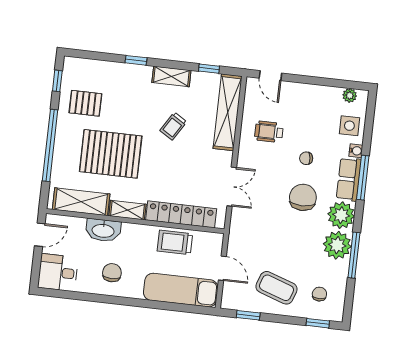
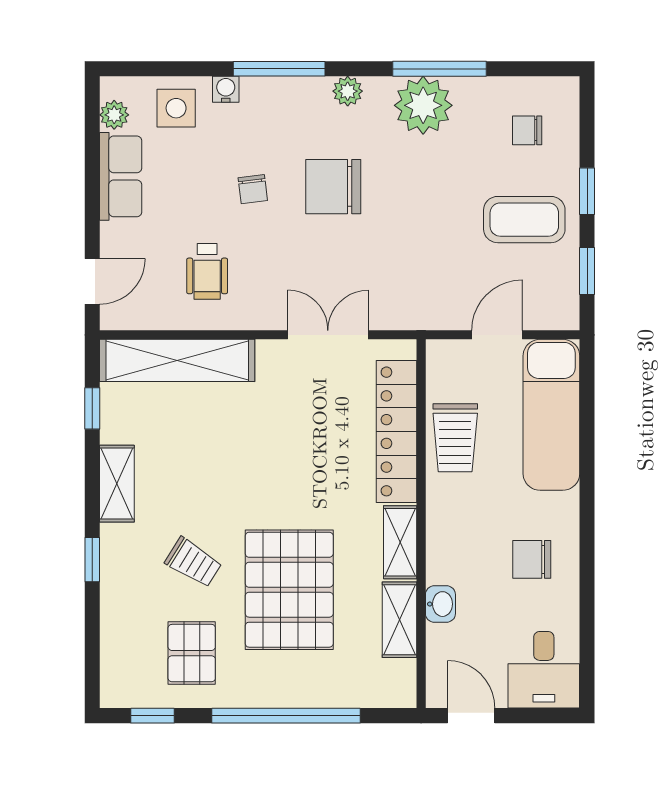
trolley: (173, 126) -> (193, 562), moved
row of seats: (349, 179) -> (121, 176), moved, turned -90
shelving: (81, 202) -> (400, 620), width x0.67, depth x0.75
plant: (341, 215) -> (348, 91), width x0.53, depth x0.53
washbasin: (103, 230) -> (440, 604), width x0.52, depth x0.69
coffee table: (277, 288) -> (524, 220), turned 71
window: (318, 323) -> (587, 191), moved

